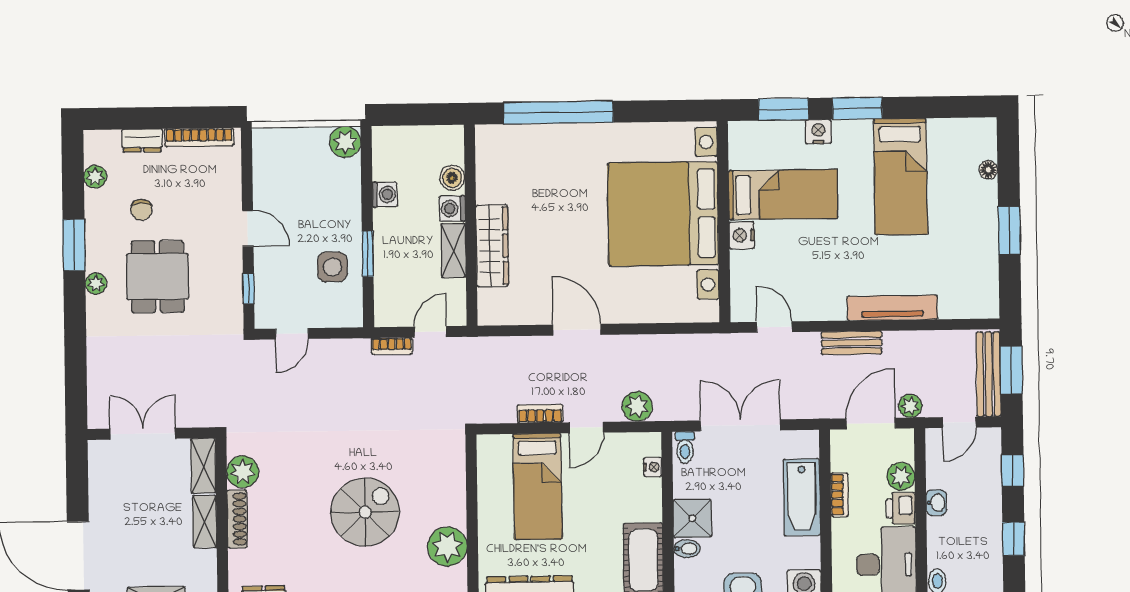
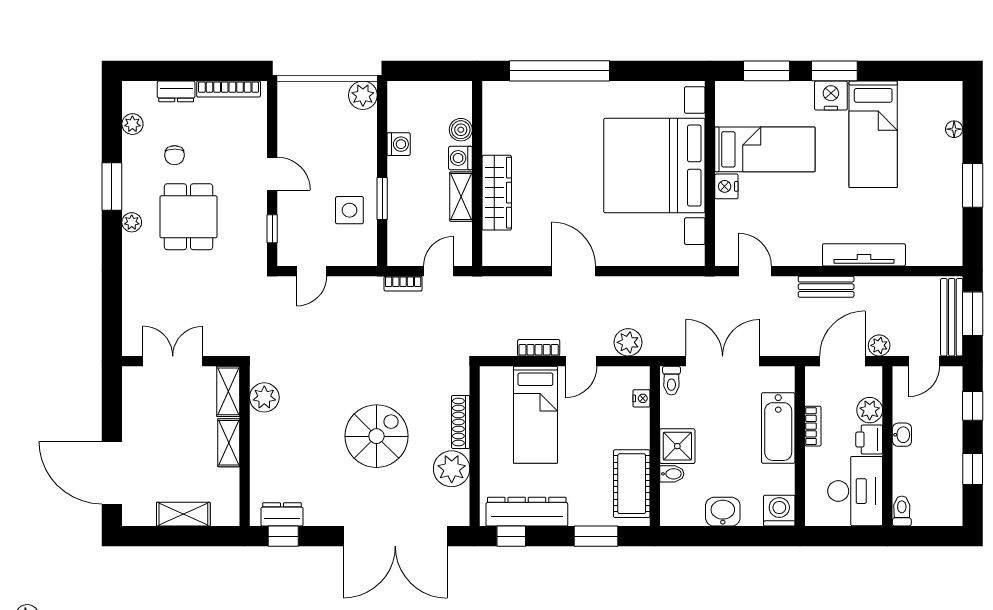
nightstand: (818, 132) -> (831, 96), moved, width x1.36, depth x1.33
shoe rack: (237, 519) -> (461, 422), moved, turned 180

